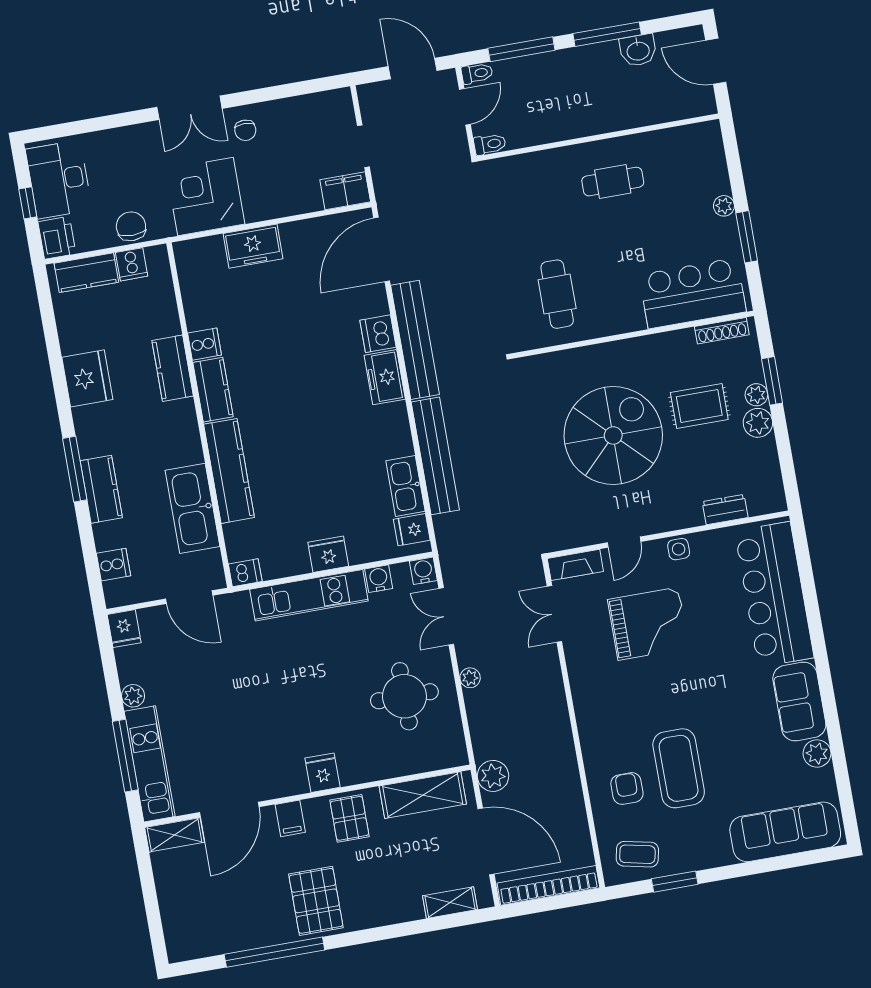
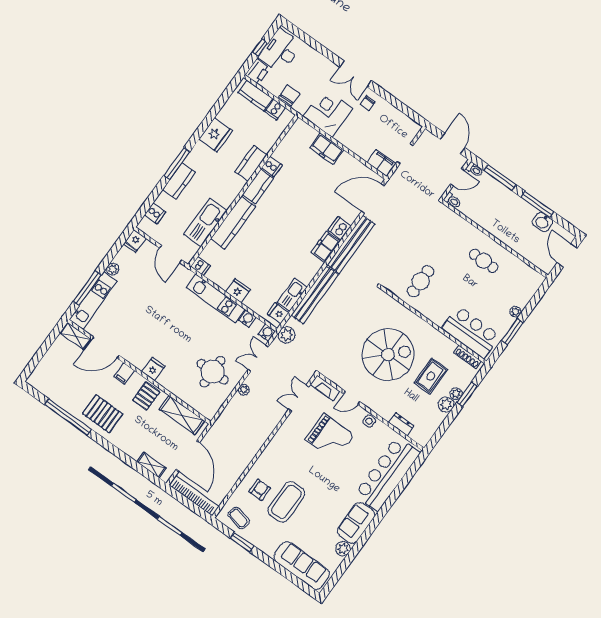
rug: (699, 406) -> (431, 376), turned 90
plant: (493, 776) -> (287, 335), moved
pallet: (316, 901) -> (103, 414), turned 90

